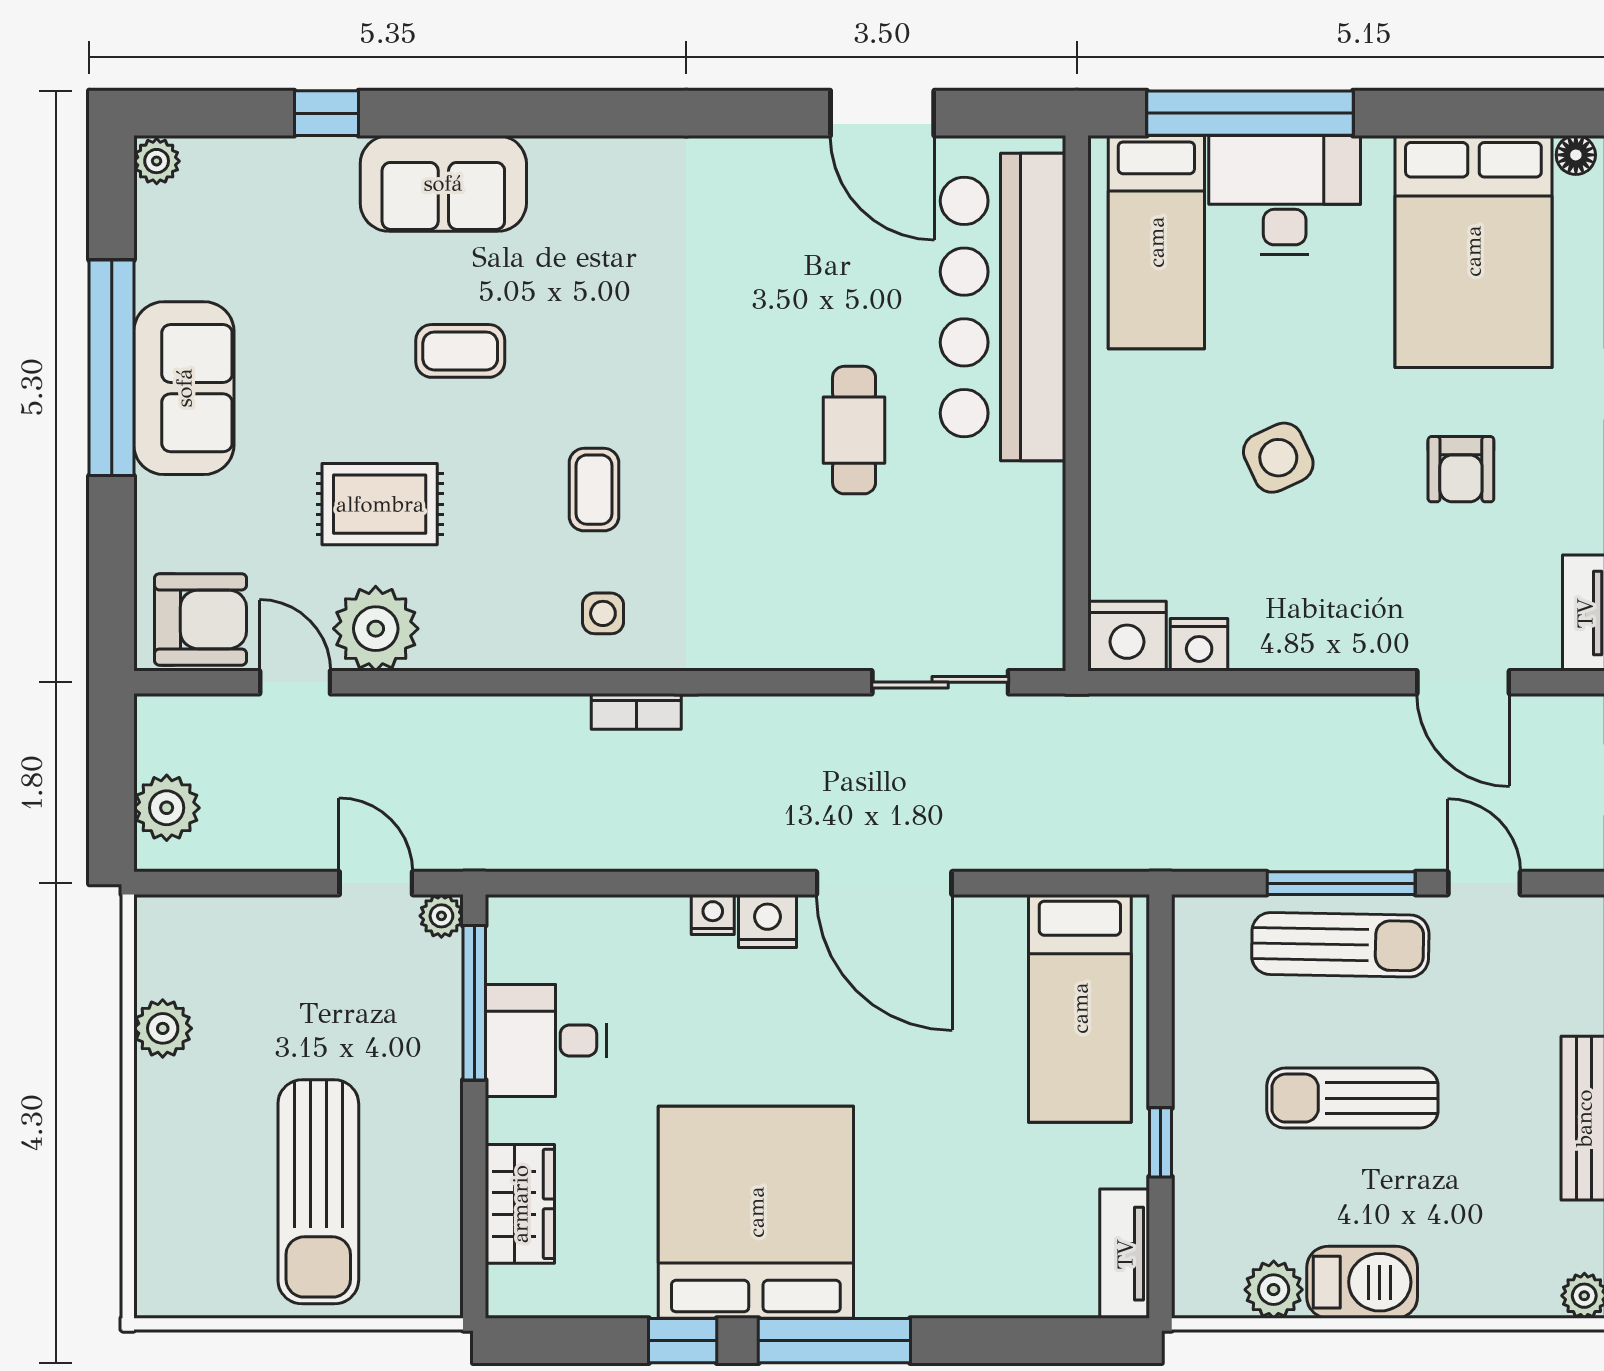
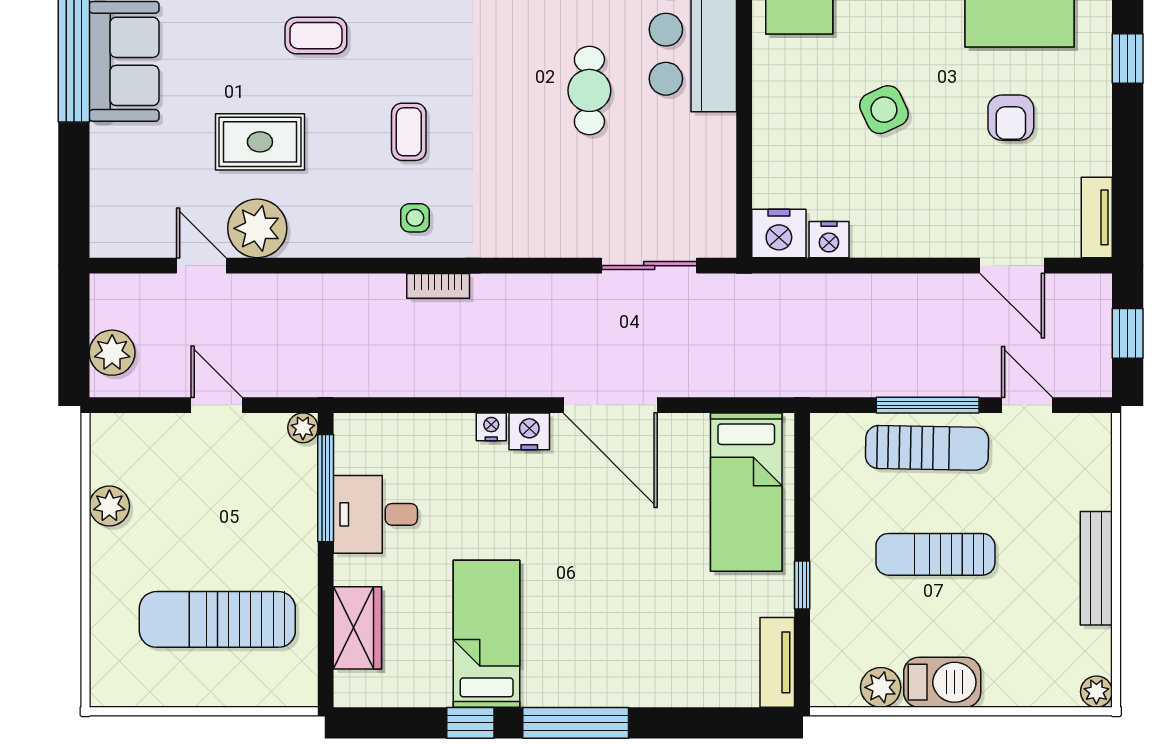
armchair: (201, 619) -> (136, 222), removed
door: (376, 883) -> (217, 405), moved
sun lounger: (318, 1192) -> (217, 619), turned 90
bed: (756, 1212) -> (487, 634), width x0.49

